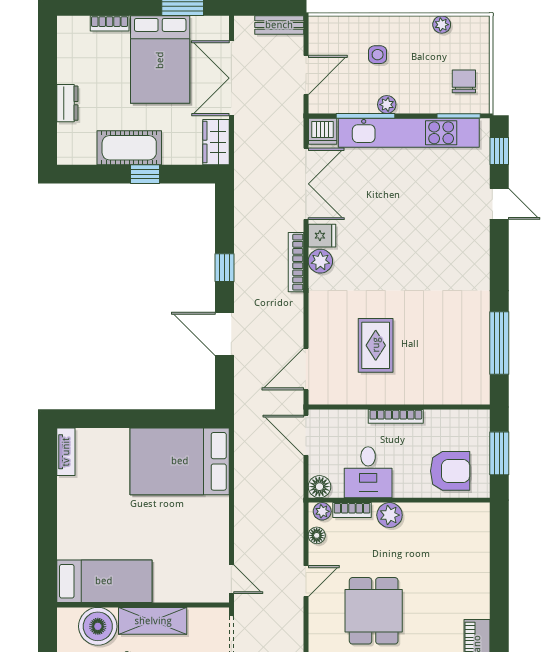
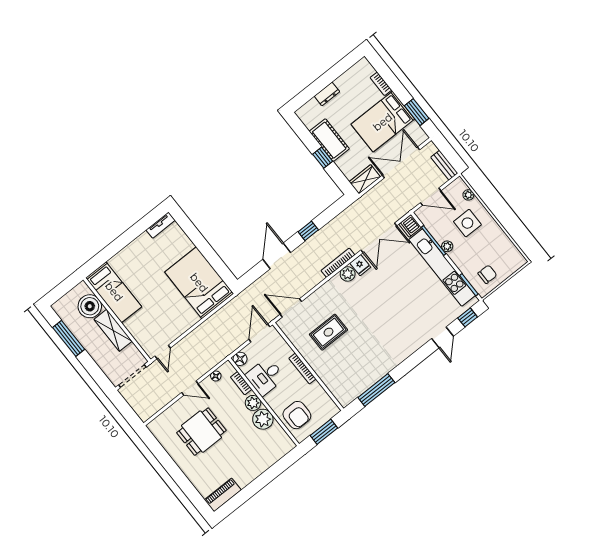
plant: (442, 25) -> (468, 195), moved
side table: (378, 55) -> (467, 223), width x1.87, depth x1.87
plant: (322, 511) -> (263, 419), moved, width x1.88, depth x1.88

